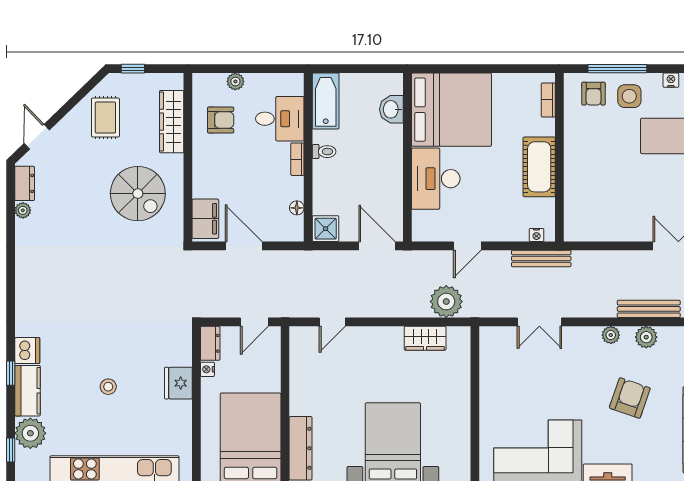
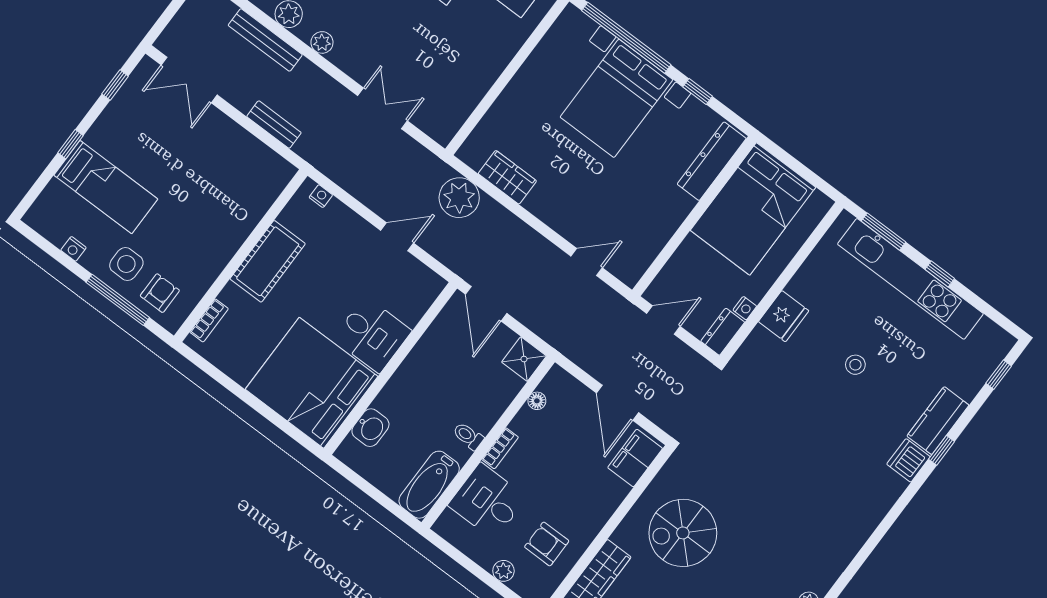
desk: (436, 179) -> (372, 335), width x0.73
spiral stairs: (138, 194) -> (683, 533), turned -90
bench: (541, 258) -> (274, 125), moved, width x0.73
plant: (30, 433) -> (967, 377), removed

